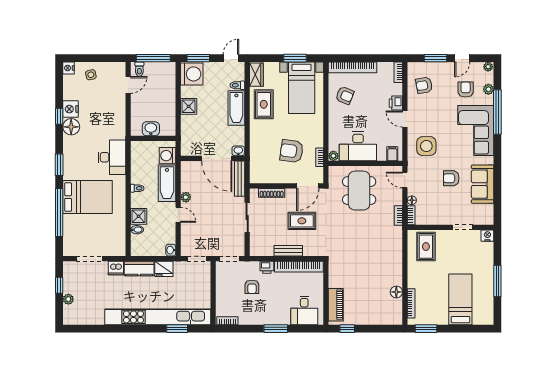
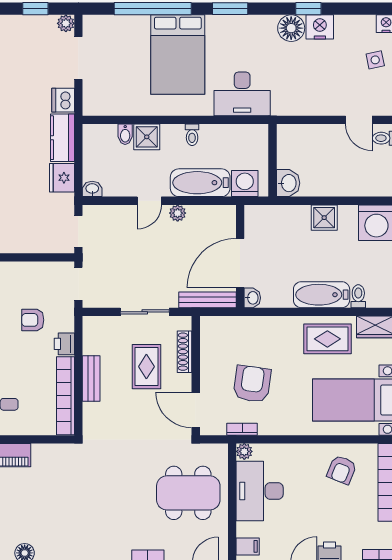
washbasin: (151, 129) -> (288, 183), moved
rug: (302, 221) -> (146, 367), moved
plant: (68, 299) -> (66, 23), moved

